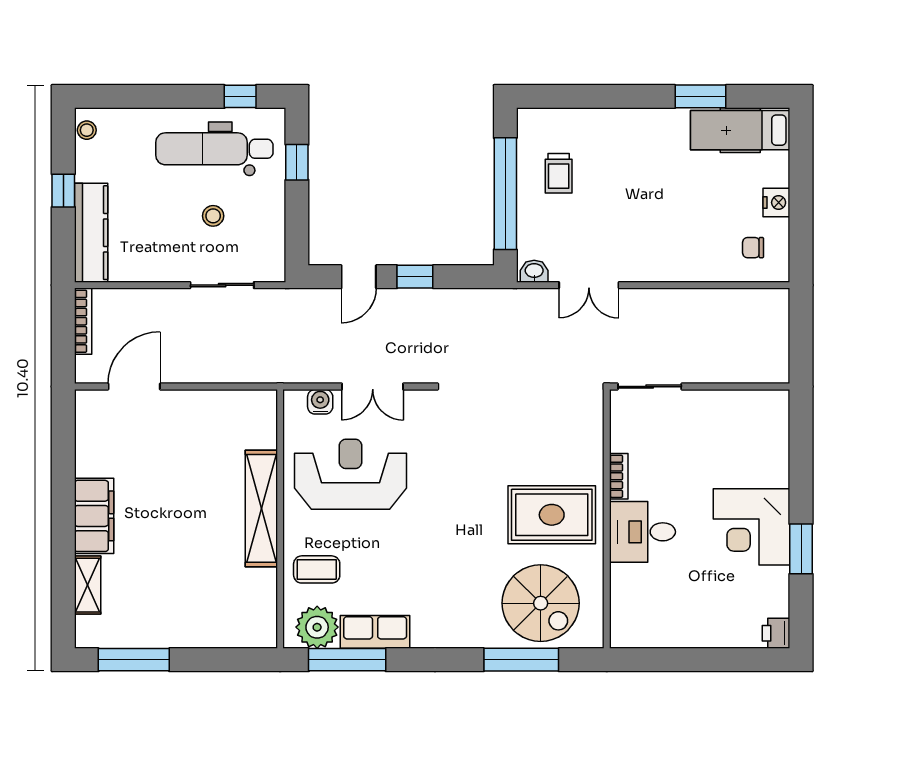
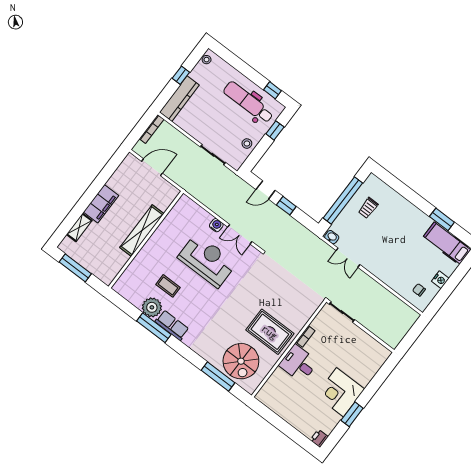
stool: (213, 216) -> (247, 144), moved
shelving: (261, 508) -> (142, 231), moved
wall: (280, 519) -> (146, 240), moved

